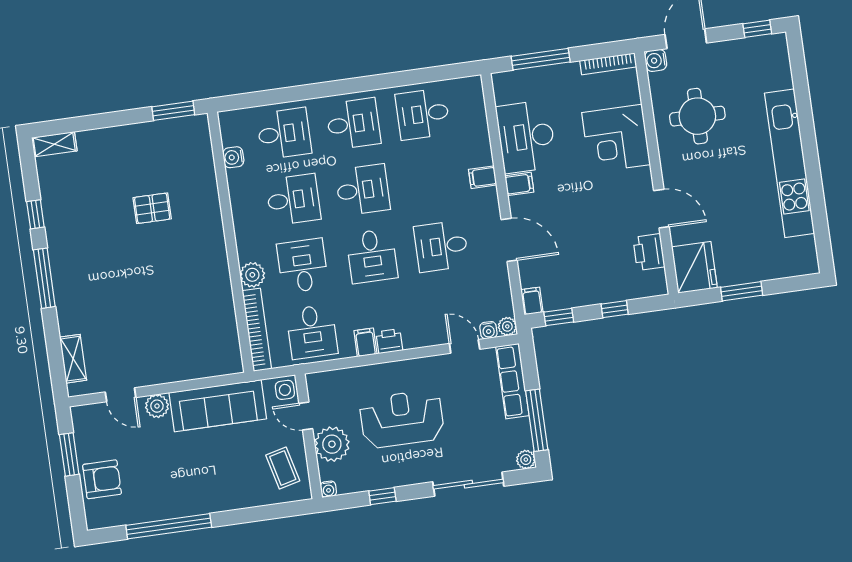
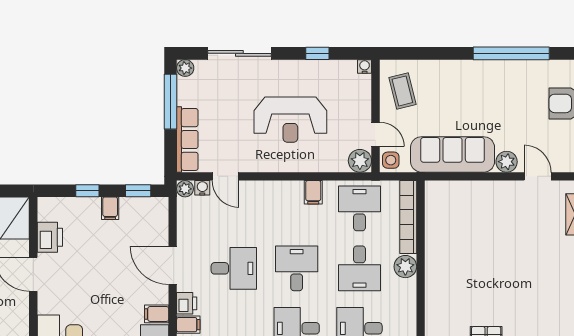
filing cabinet: (532, 301) -> (110, 208), moved
printer: (389, 341) -> (187, 303), moved, turned -90
plant: (332, 444) -> (360, 161), moved, width x0.73, depth x0.73

